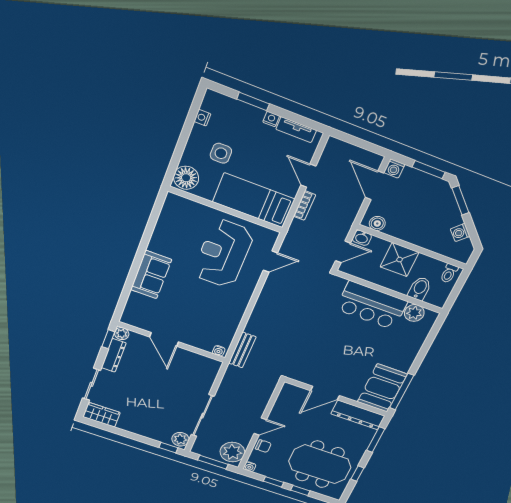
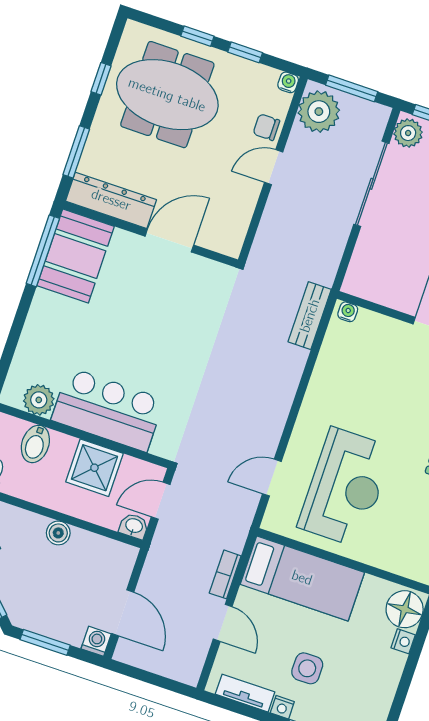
nightstand: (202, 118) -> (403, 641), moved
side table: (221, 153) -> (307, 668), moved
boiler: (377, 223) -> (58, 533), moved
shower: (400, 260) -> (94, 468), moved

